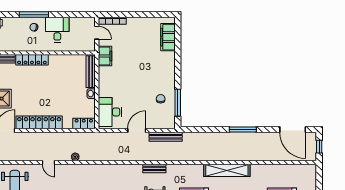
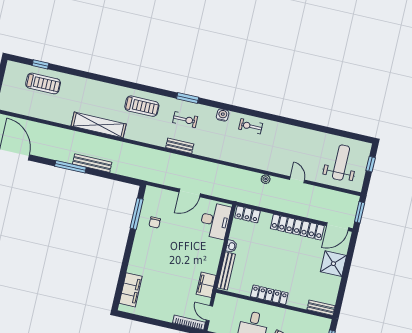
locker: (32, 60) -> (269, 295), moved
bench: (166, 137) -> (92, 163), moved

